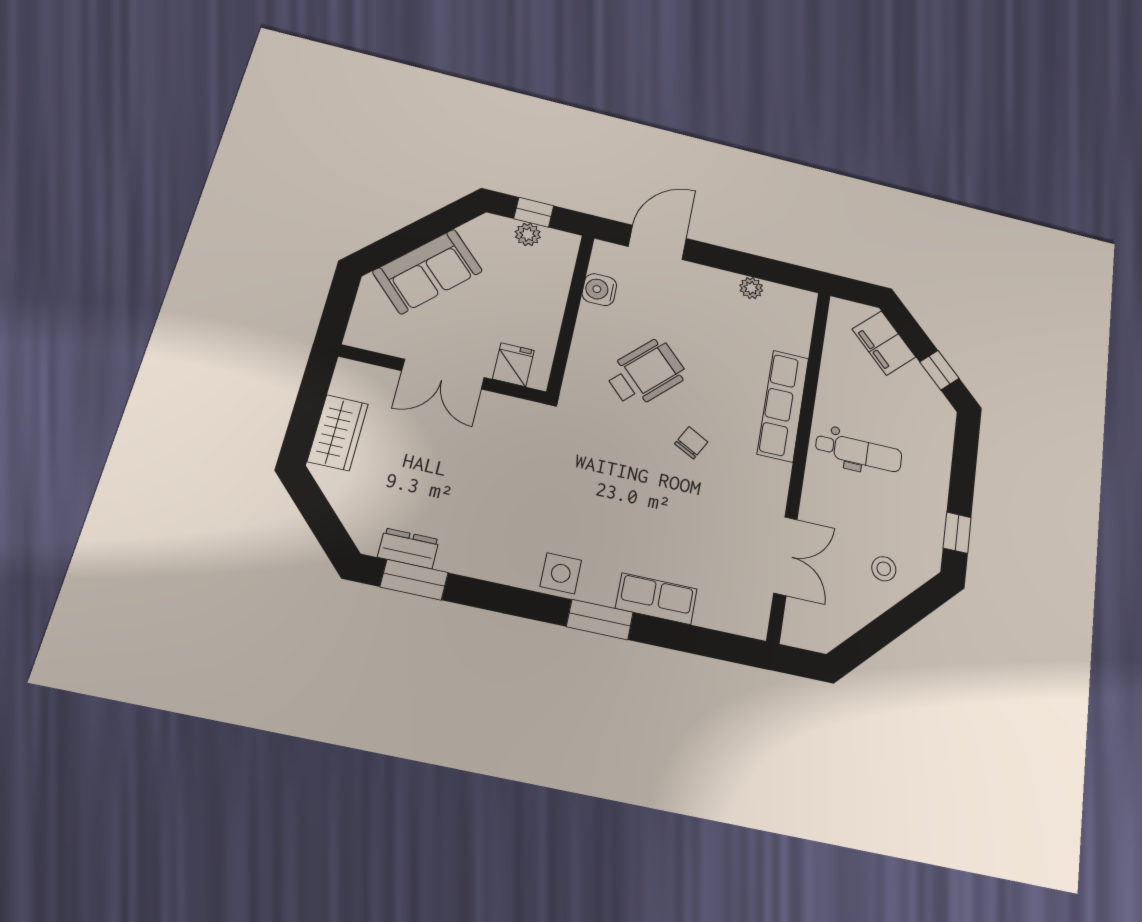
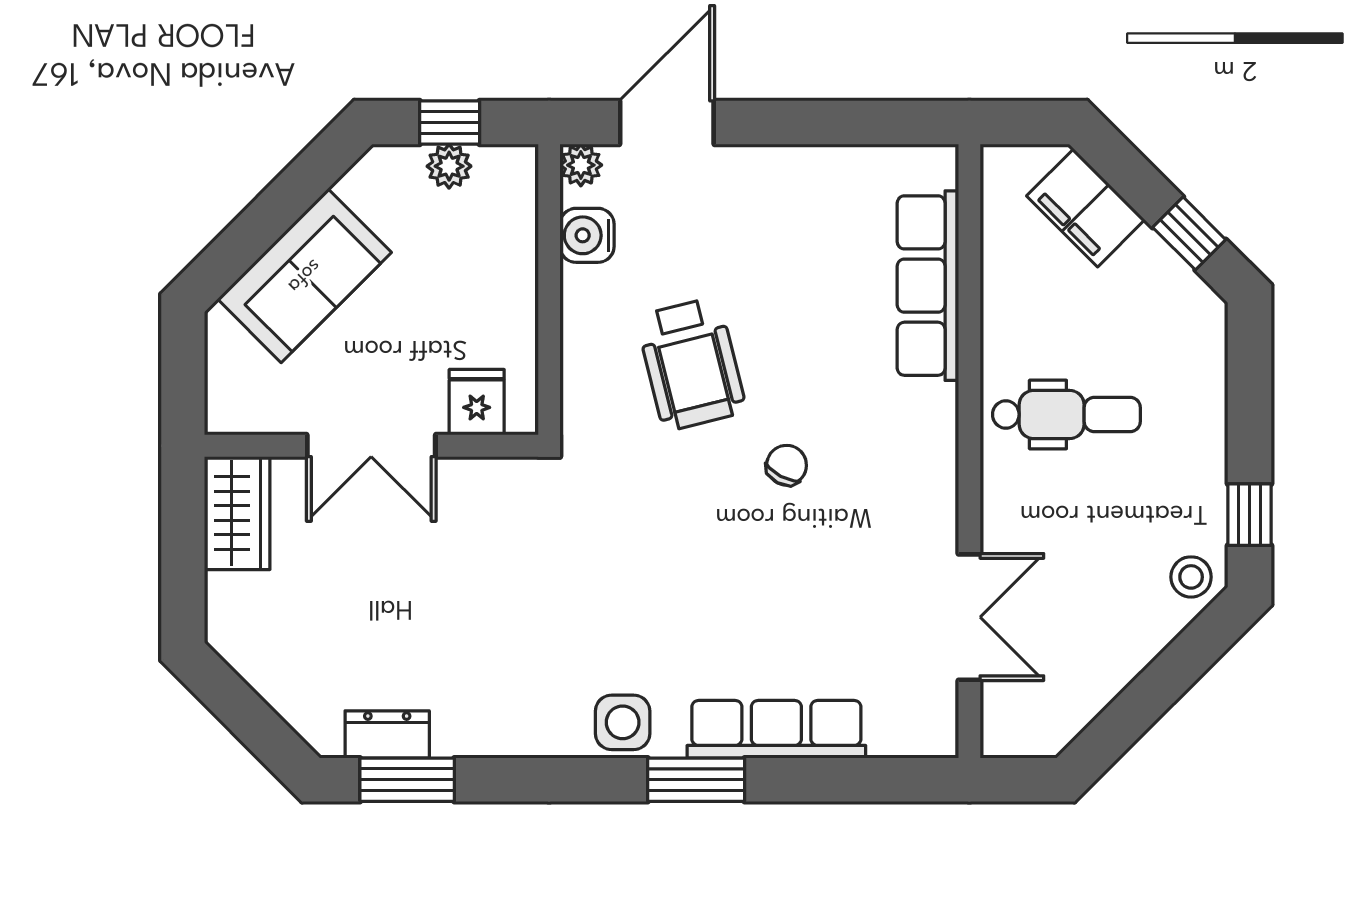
plant: (751, 288) -> (581, 165), moved
wheelchair: (646, 373) -> (691, 364), turned 121
row of seats: (783, 406) -> (928, 286), moved
wardrobe: (338, 433) -> (237, 513), moved
stool: (884, 569) -> (1191, 577), moved
row of seats: (656, 599) -> (776, 729), width x1.48

